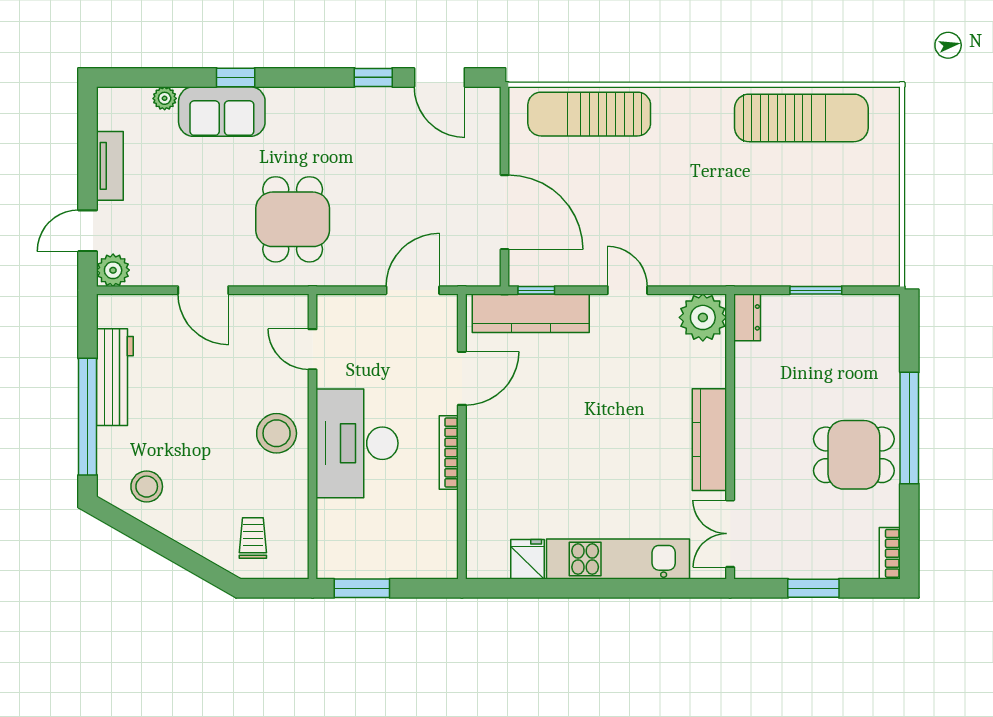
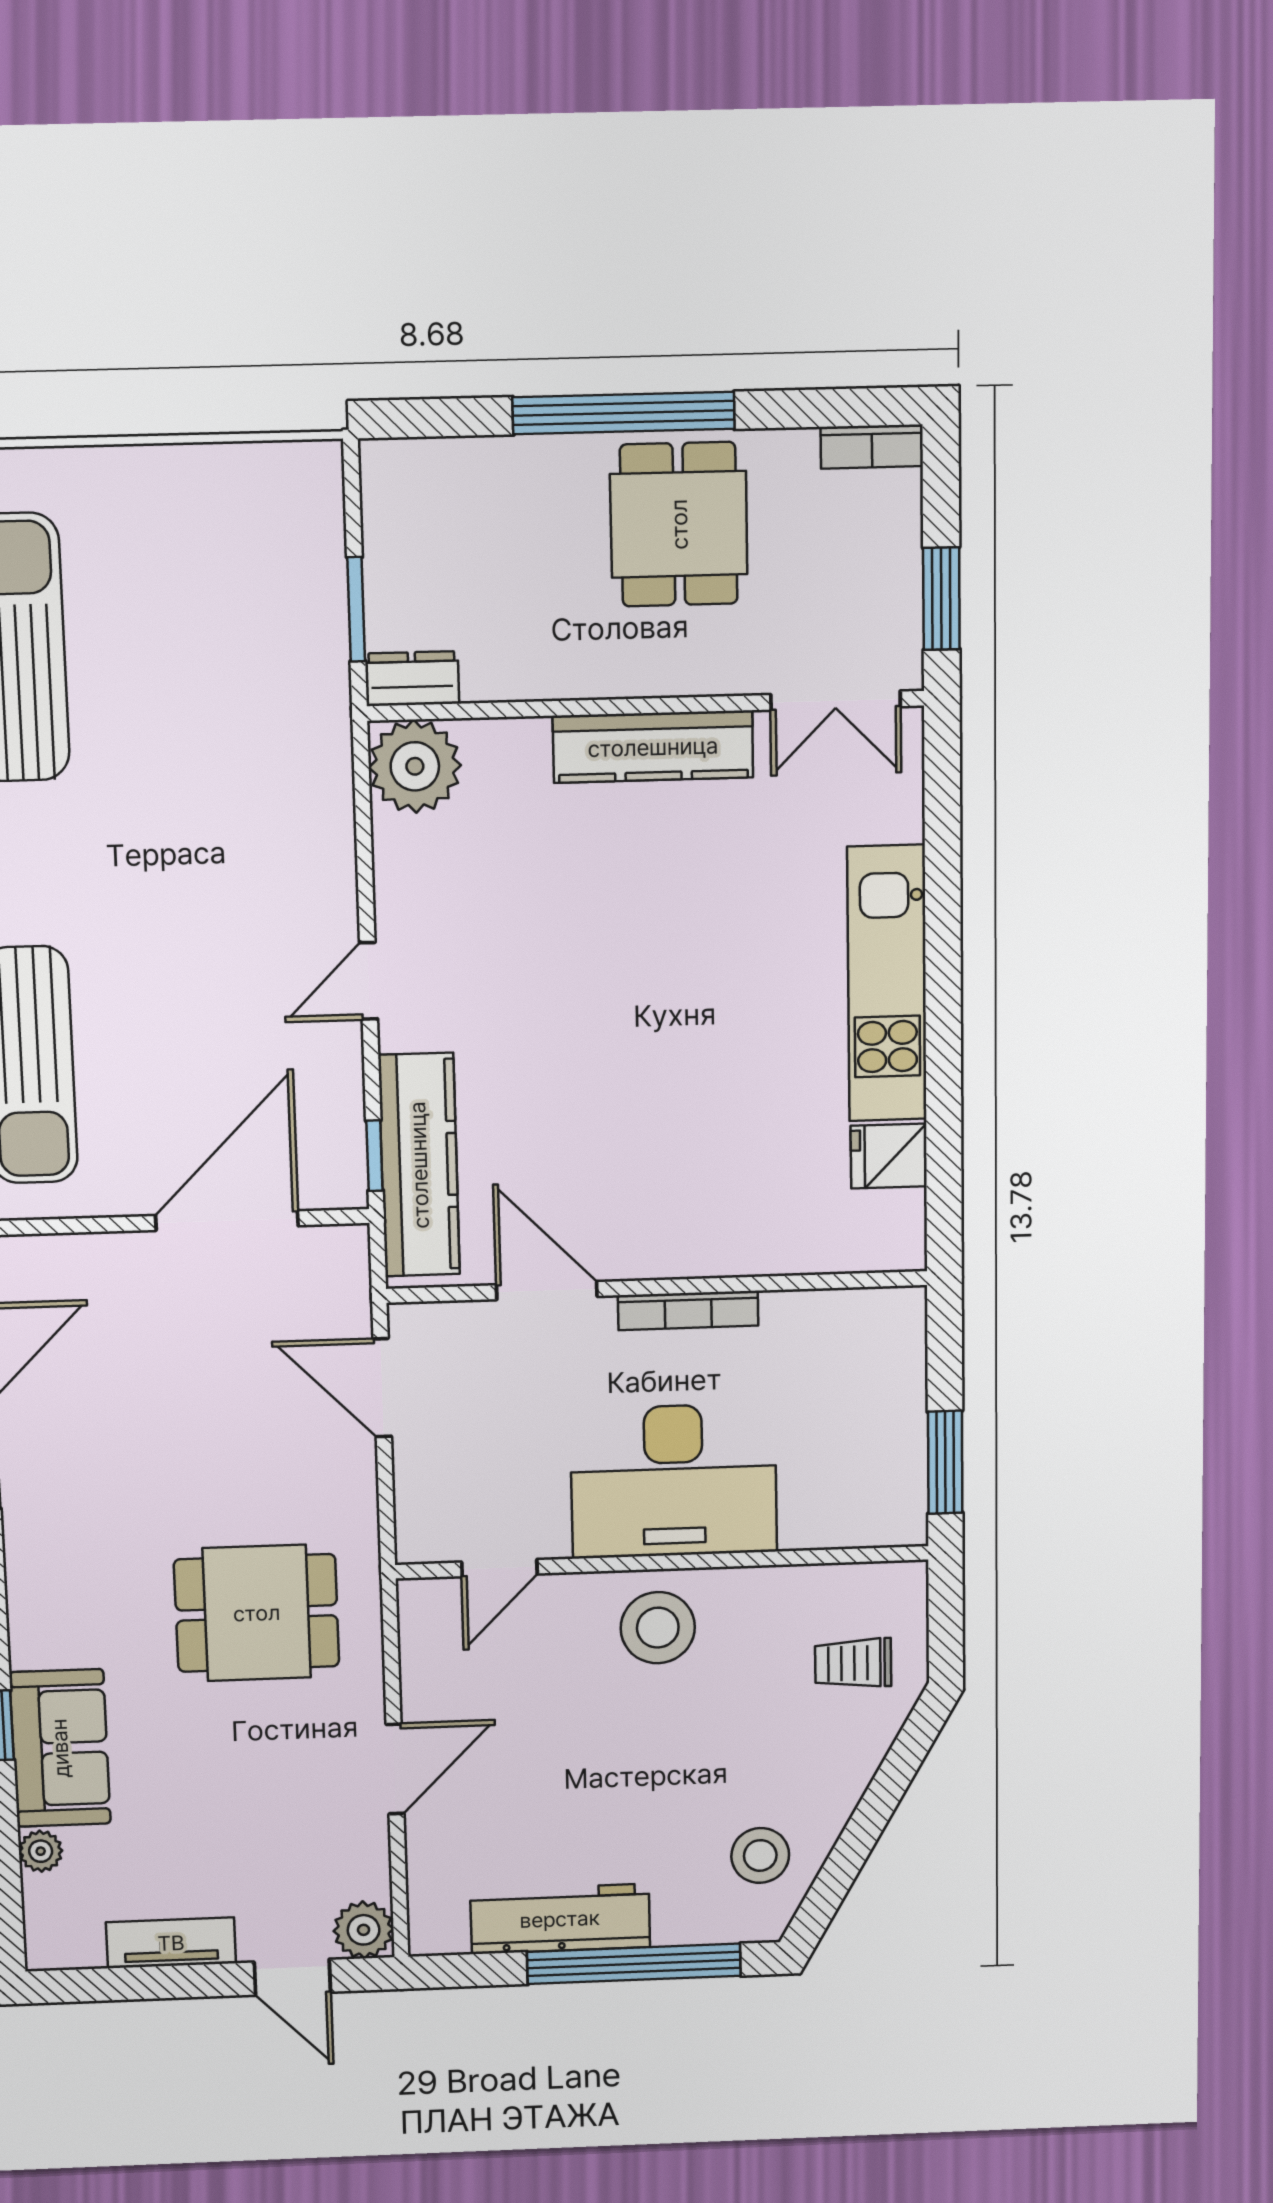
plant: (703, 317) -> (415, 766), moved
dresser: (747, 317) -> (412, 679), moved
wall: (730, 436) -> (646, 706), moved
kitchen counter: (709, 440) -> (653, 747), moved
double door: (730, 534) -> (836, 701), moved

